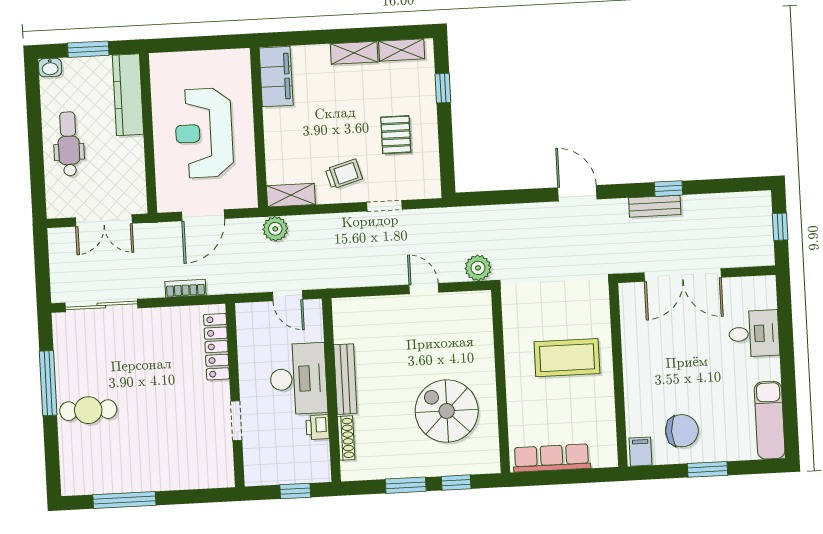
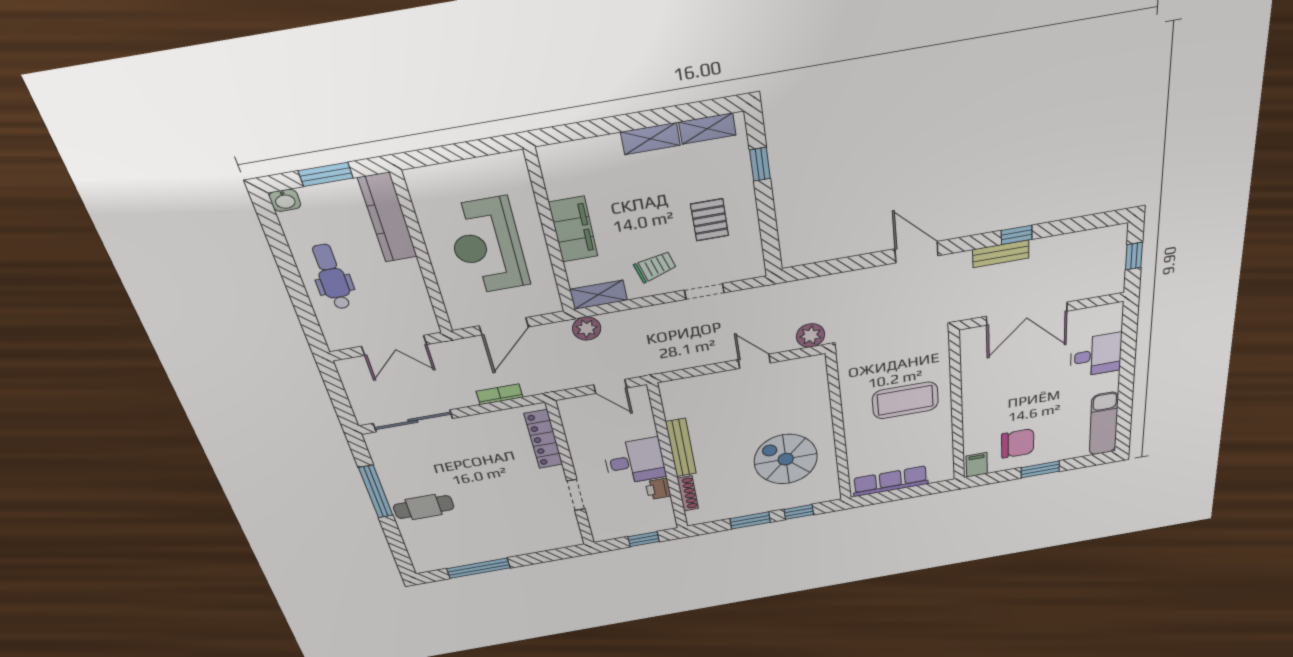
filing cabinet: (276, 77) -> (573, 229), moved
desk: (298, 379) -> (635, 461), width x0.73

